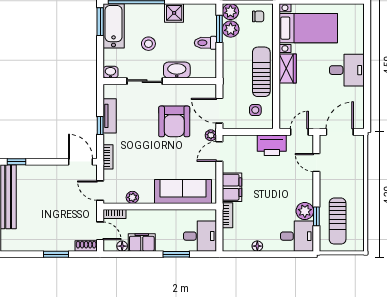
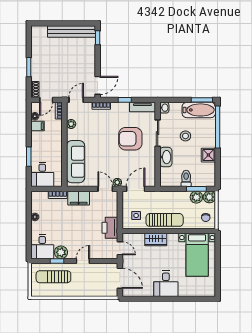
wardrobe: (288, 68) -> (156, 240), moved
tv unit: (110, 116) -> (142, 107), moved
armchair: (174, 121) -> (130, 139), moved
door: (316, 162) -> (83, 261), moved
filing cabinet: (142, 242) -> (38, 126), width x0.50

